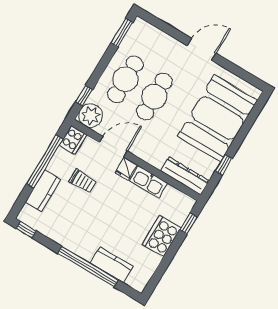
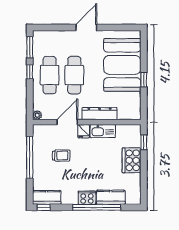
window: (84, 96) -> (30, 72), moved
plant: (91, 116) -> (37, 115), width x0.53, depth x0.53
cooker: (73, 140) -> (87, 198), moved, turned -90
window: (224, 165) -> (144, 80), moved
dresser: (185, 176) -> (100, 114), moved
kitchen counter: (43, 191) -> (47, 197), moved, turned -90

